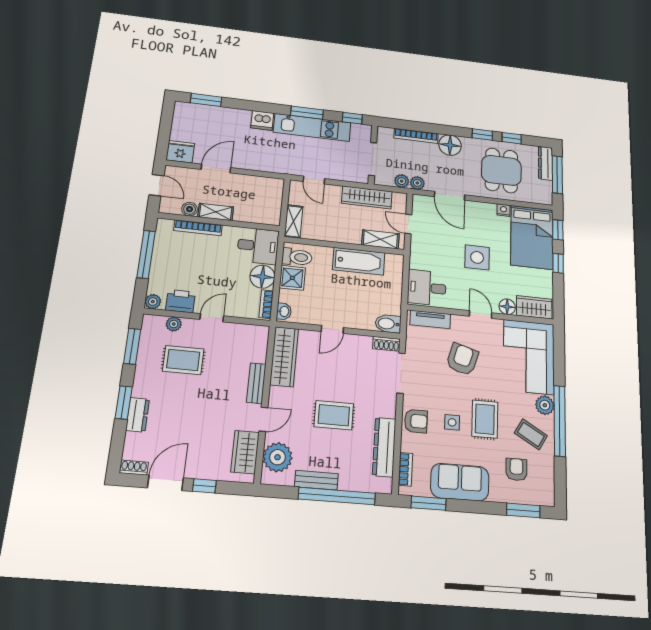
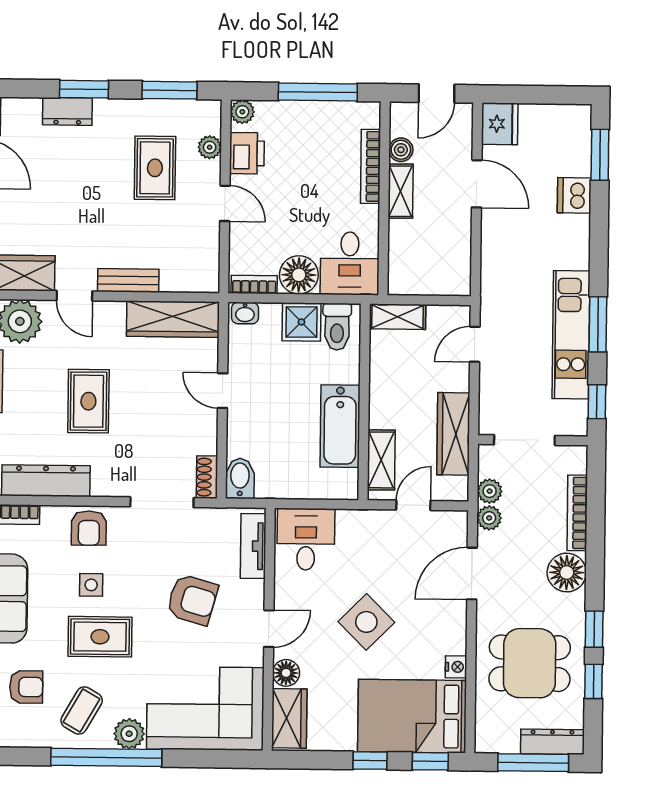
dishwasher: (262, 120) -> (574, 195), moved
side table: (477, 257) -> (366, 622), turned 45

